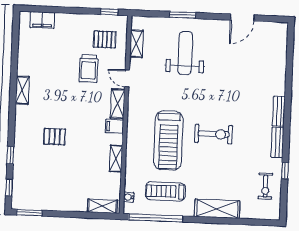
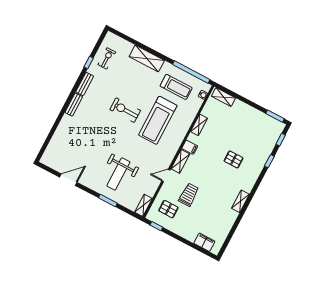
shelving: (136, 44) -> (143, 205), moved
door: (127, 79) -> (166, 175), swing flipped
treadmill: (168, 140) -> (158, 120), turned 180

